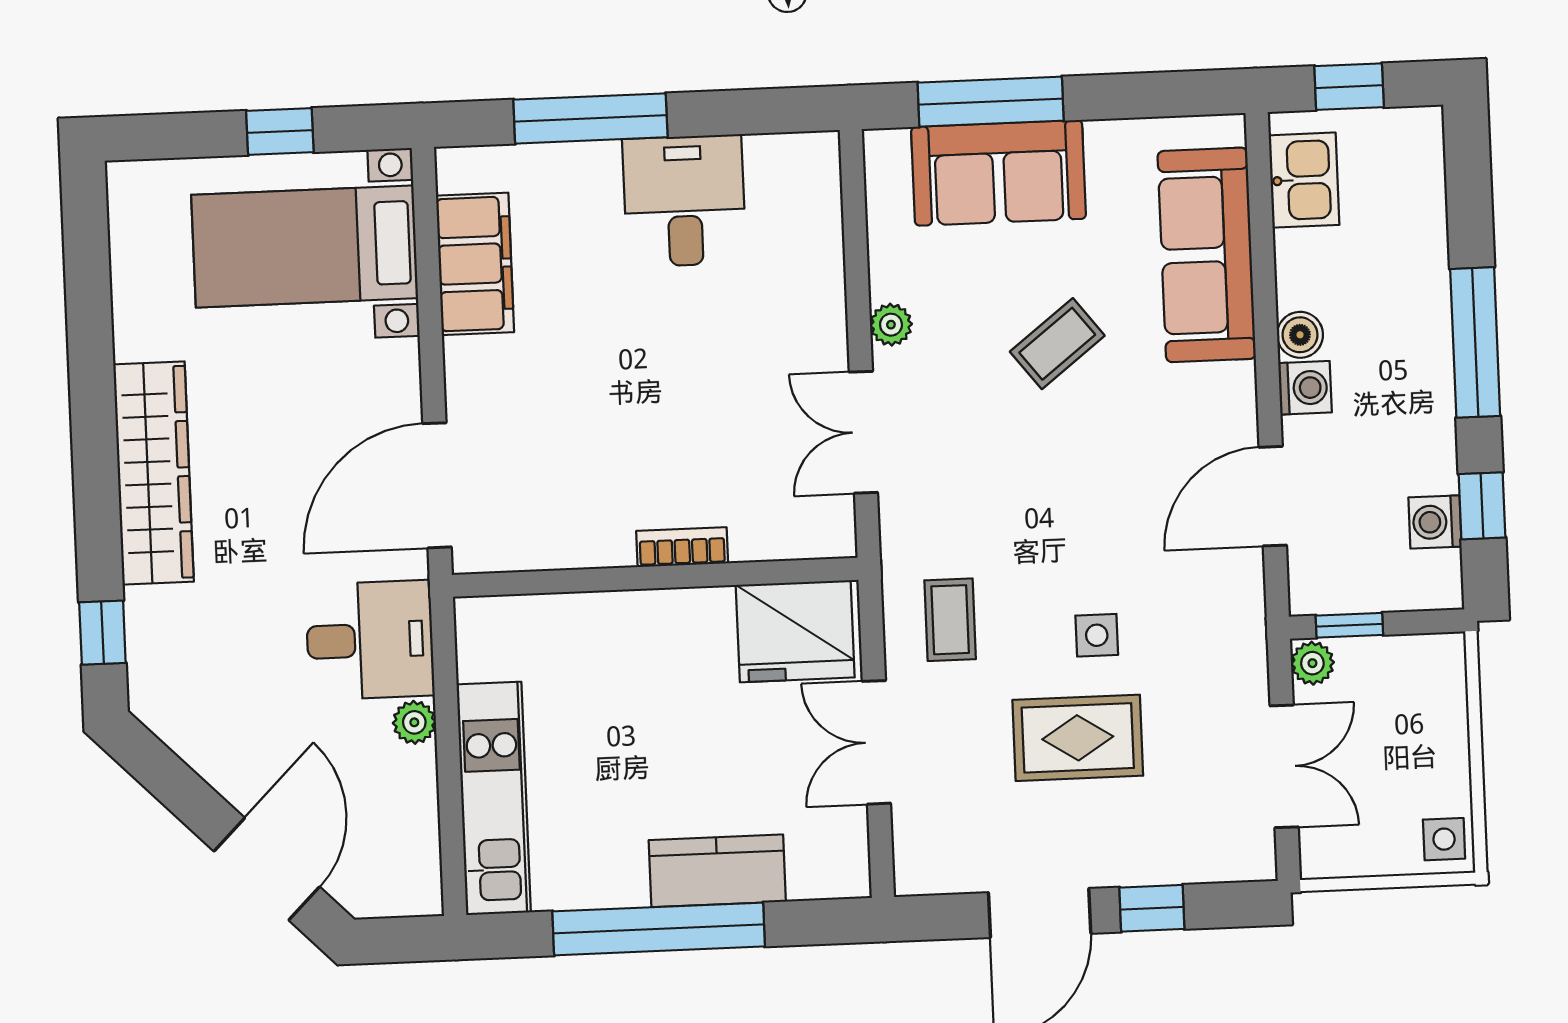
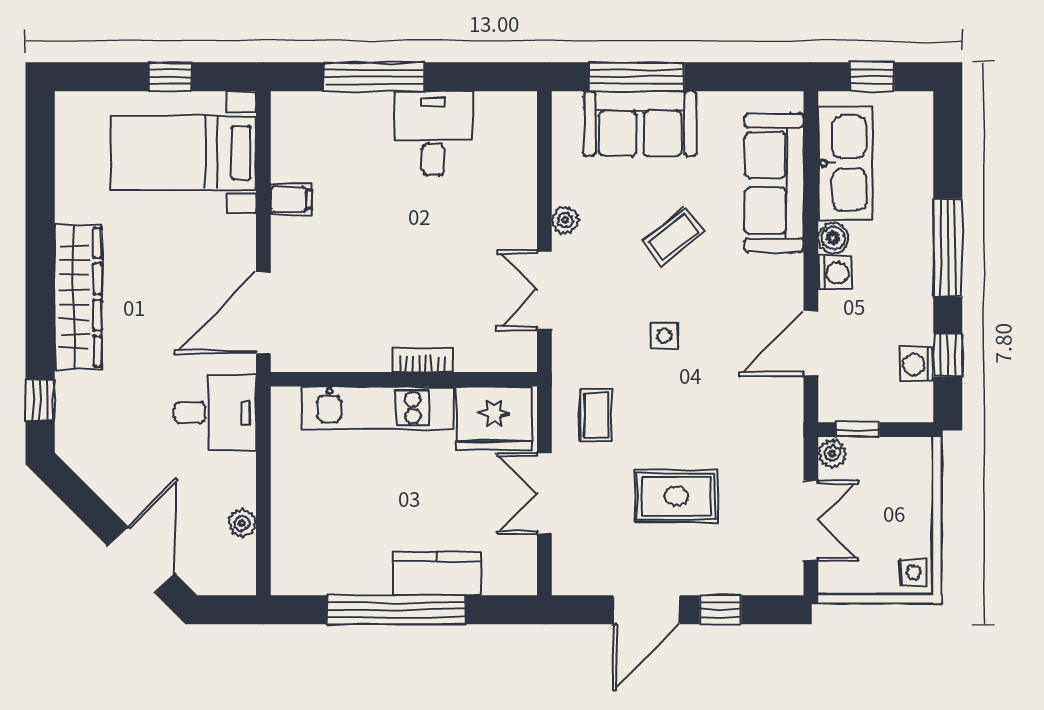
kitchen sink: (1304, 180) -> (845, 163), width x1.88, depth x1.24
filing cabinet: (475, 264) -> (291, 199), width x0.33, depth x0.86
side table: (1097, 635) -> (664, 336), moved
plant: (414, 722) -> (242, 523), moved
kitchen unit: (494, 798) -> (378, 408), moved, turned 90

